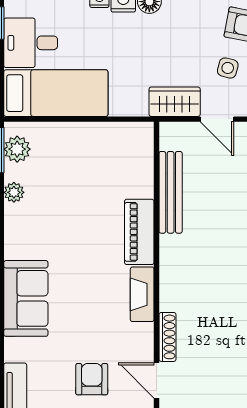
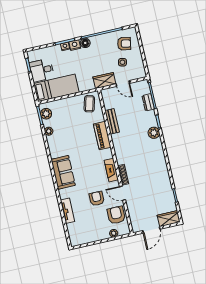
coffee table: (126, 149) -> (89, 104), added
bench: (171, 192) -> (112, 121), width x0.73
fireplace: (142, 294) -> (111, 170), moved

